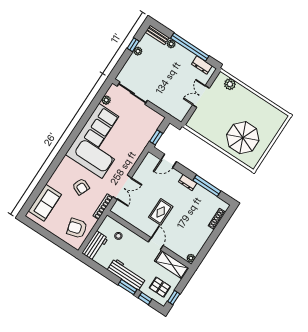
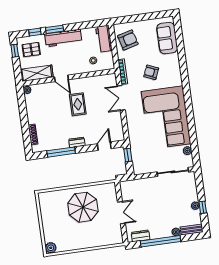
plant: (230, 84) -> (51, 248), moved
parasol: (243, 138) -> (83, 207), moved

